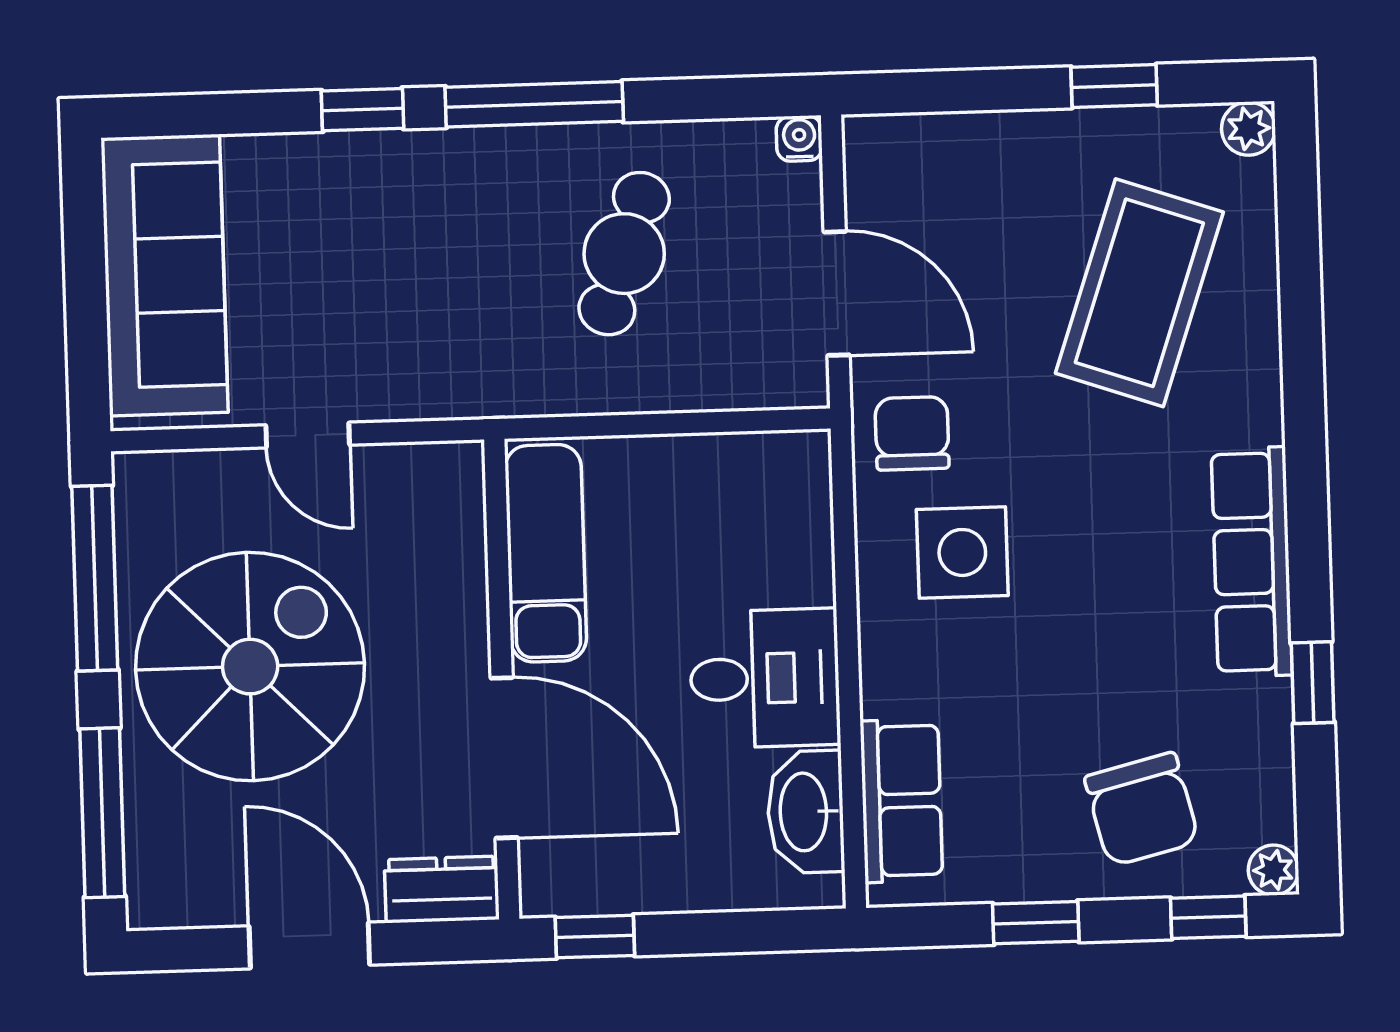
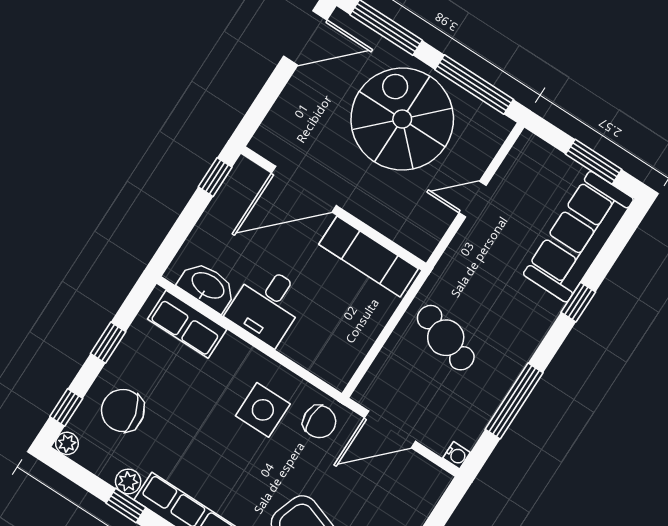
window: (534, 104) -> (514, 401), moved
cafe table: (624, 254) -> (446, 338), moved
window: (85, 260) -> (594, 162), added
sofa: (165, 275) -> (578, 237), moved, turned 90
spiral stairs: (250, 667) -> (402, 119), turned 180
plant: (1266, 709) -> (128, 481), added
dresser: (442, 889) -> (271, 133), removed
door: (309, 945) -> (305, 38), moved

